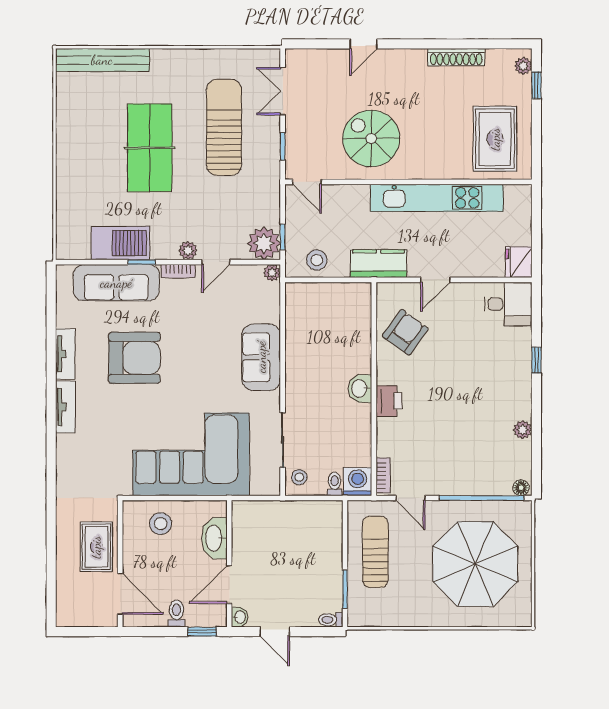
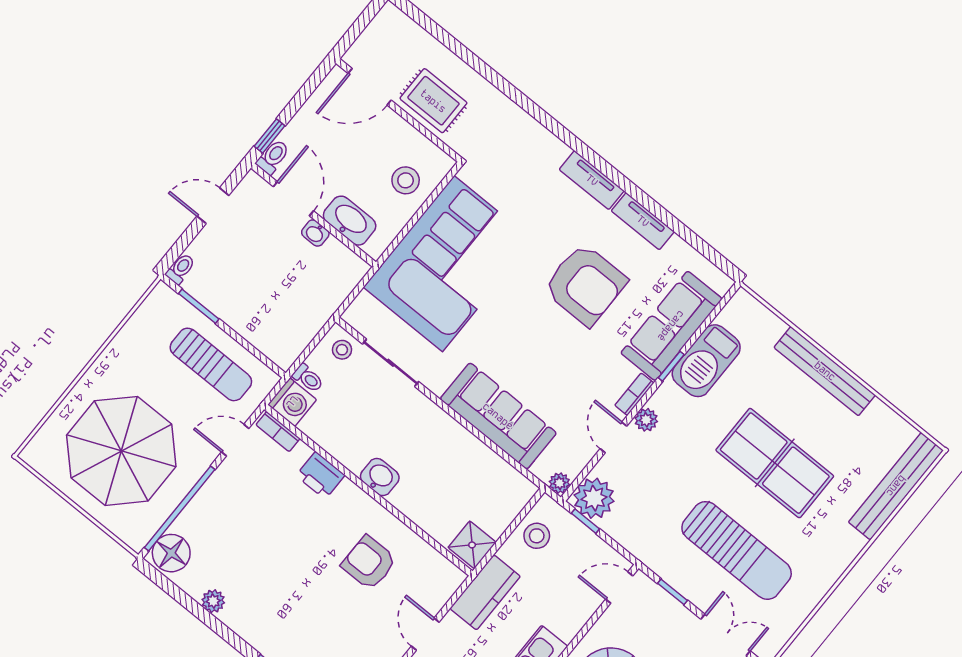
bench: (67, 163) -> (825, 371), added
shower: (355, 296) -> (472, 545), added
armchair: (405, 332) -> (369, 563), moved, turned 144
sofa: (261, 357) -> (498, 416), width x1.36
armchair: (134, 358) -> (585, 285), turned -90
printer: (389, 401) -> (320, 475), moved
floor lamp: (521, 488) -> (171, 553), width x1.89, depth x1.89
toilet: (176, 614) -> (273, 157), moved, turned -90
washbasin: (240, 617) -> (315, 233), moved

